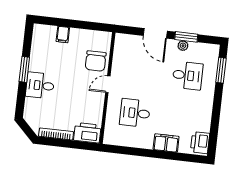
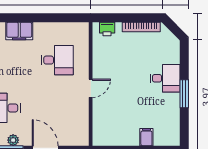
chair: (96, 61) -> (107, 112), removed
printer: (87, 133) -> (107, 29), width x0.53, depth x0.68

